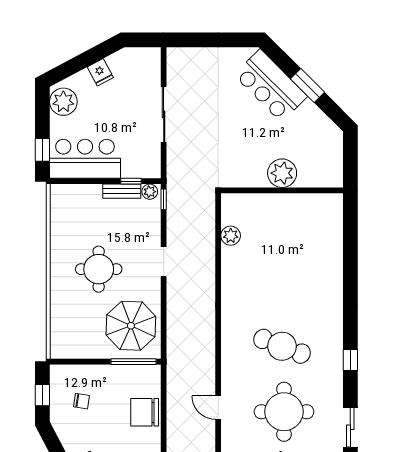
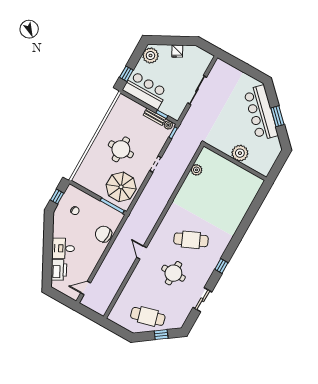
bar counter: (271, 86) -> (261, 113), width x1.36
cafe table: (282, 346) -> (191, 240), turned -45
round table: (284, 412) -> (173, 273), width x0.73, depth x0.73

